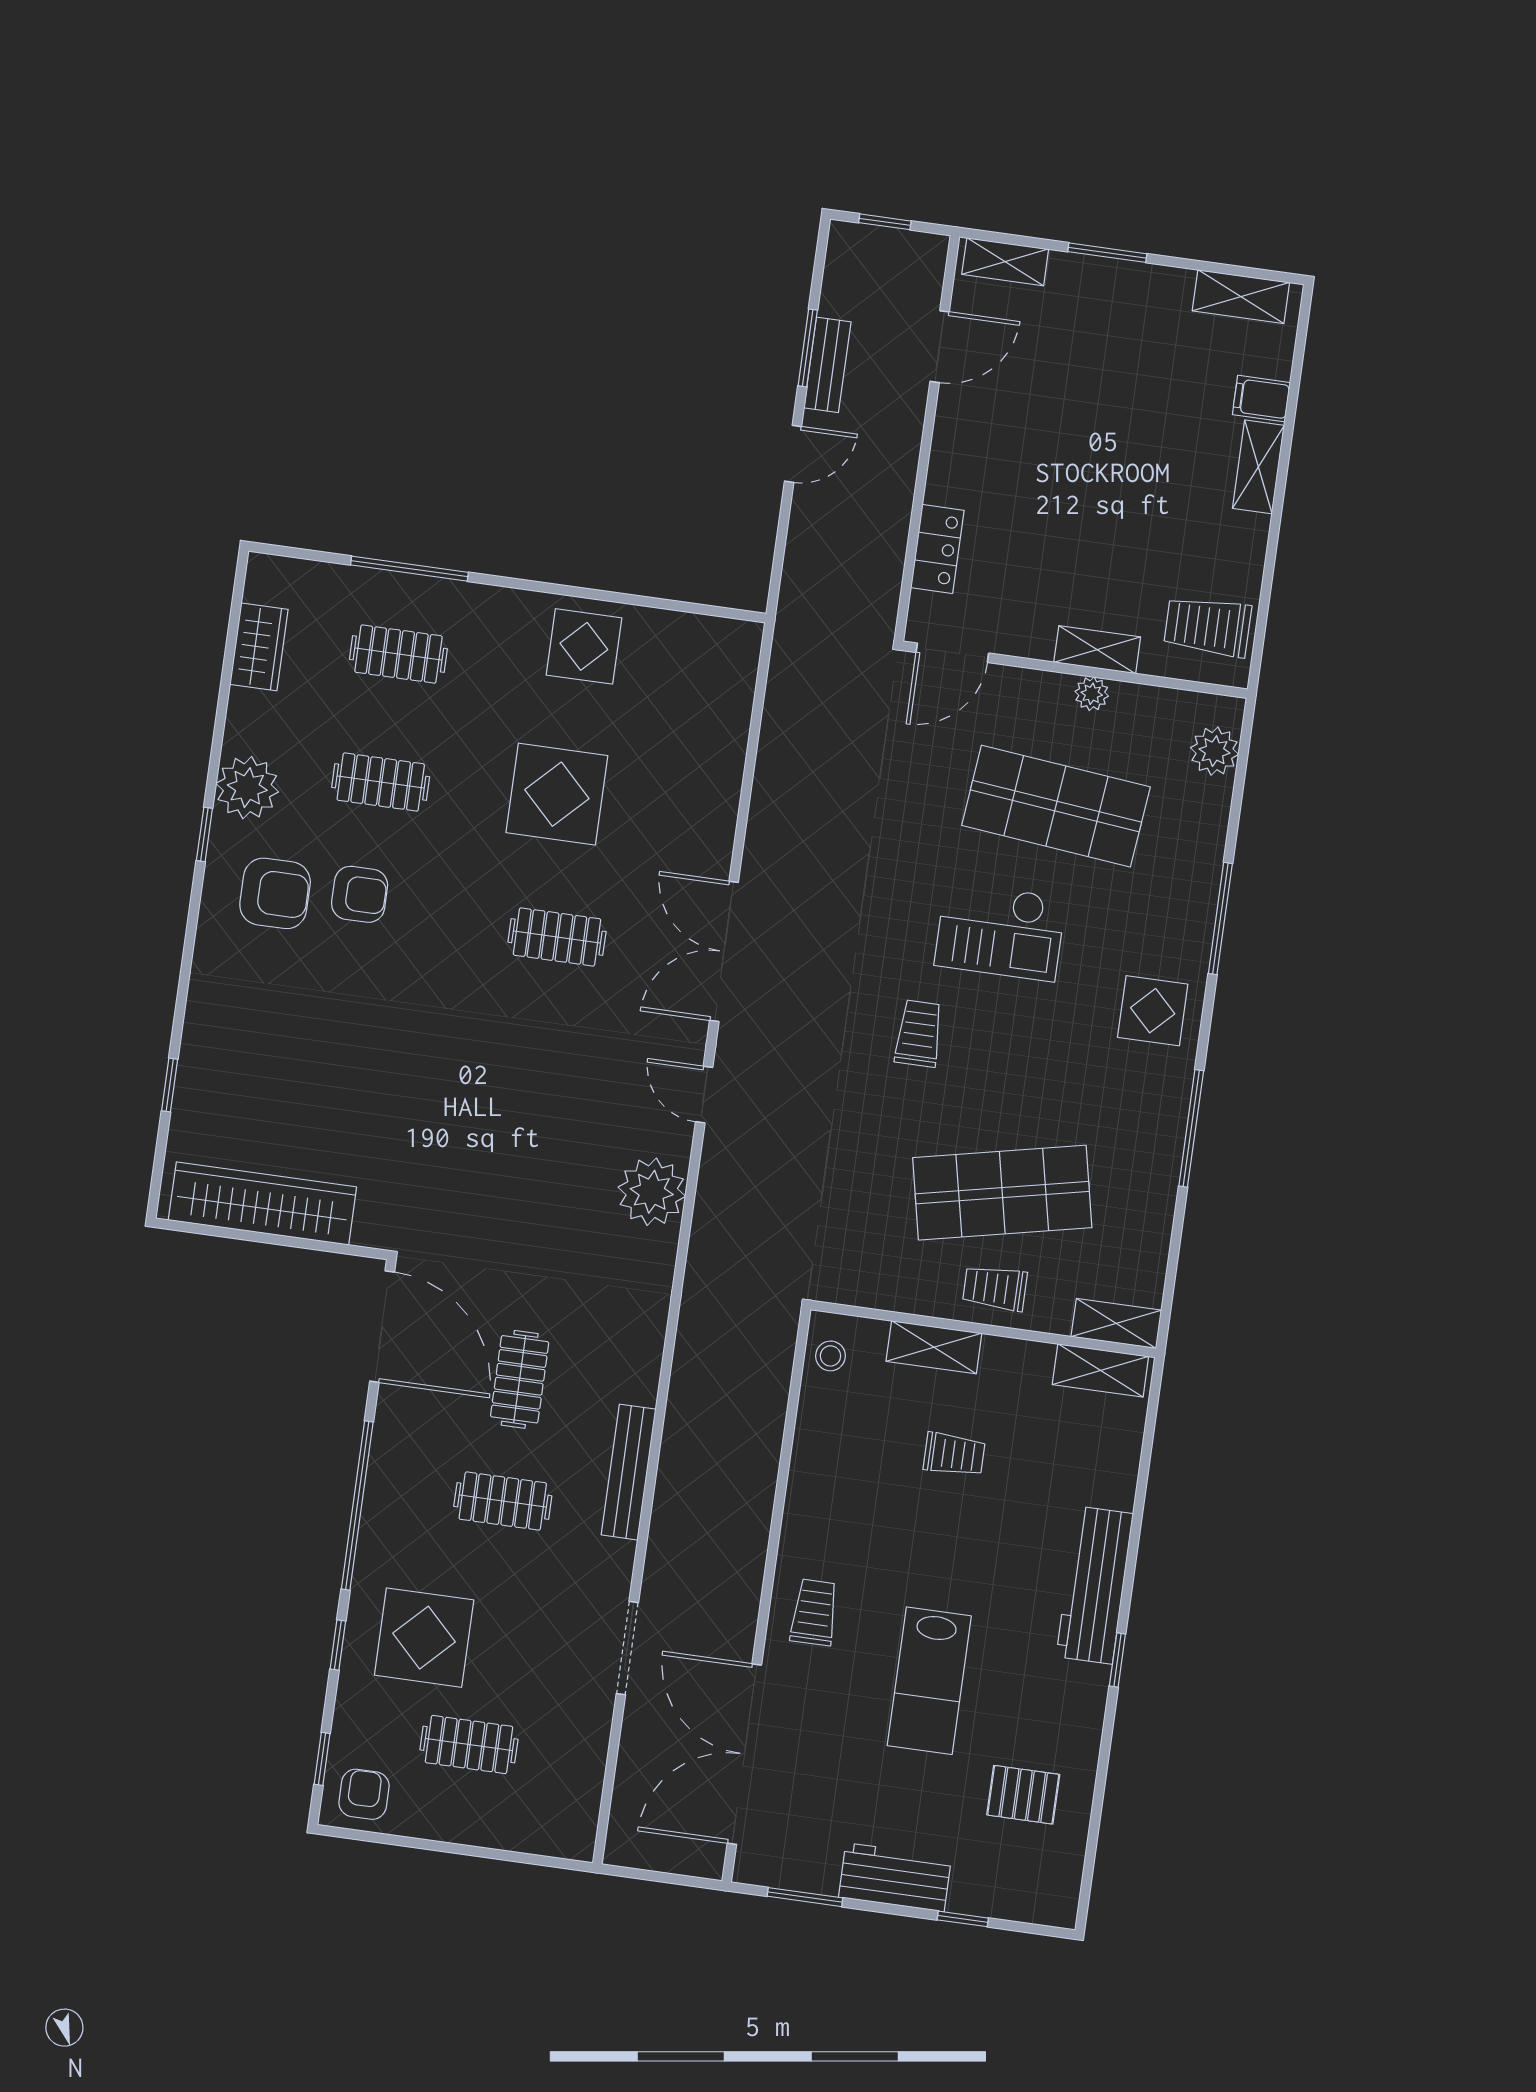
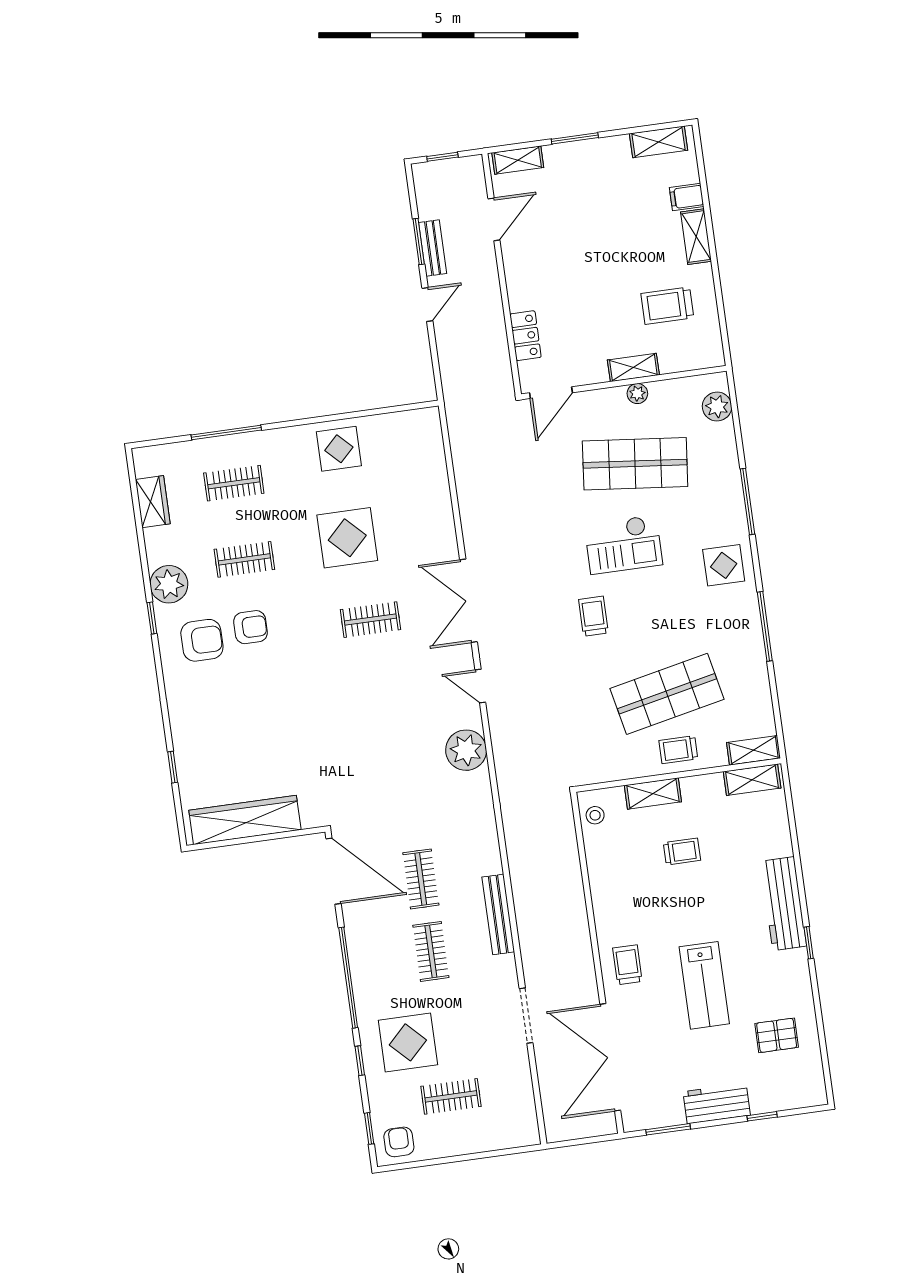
trolley: (1208, 626) -> (667, 306), moved
clothes rail: (503, 1501) -> (431, 951), turned 90

